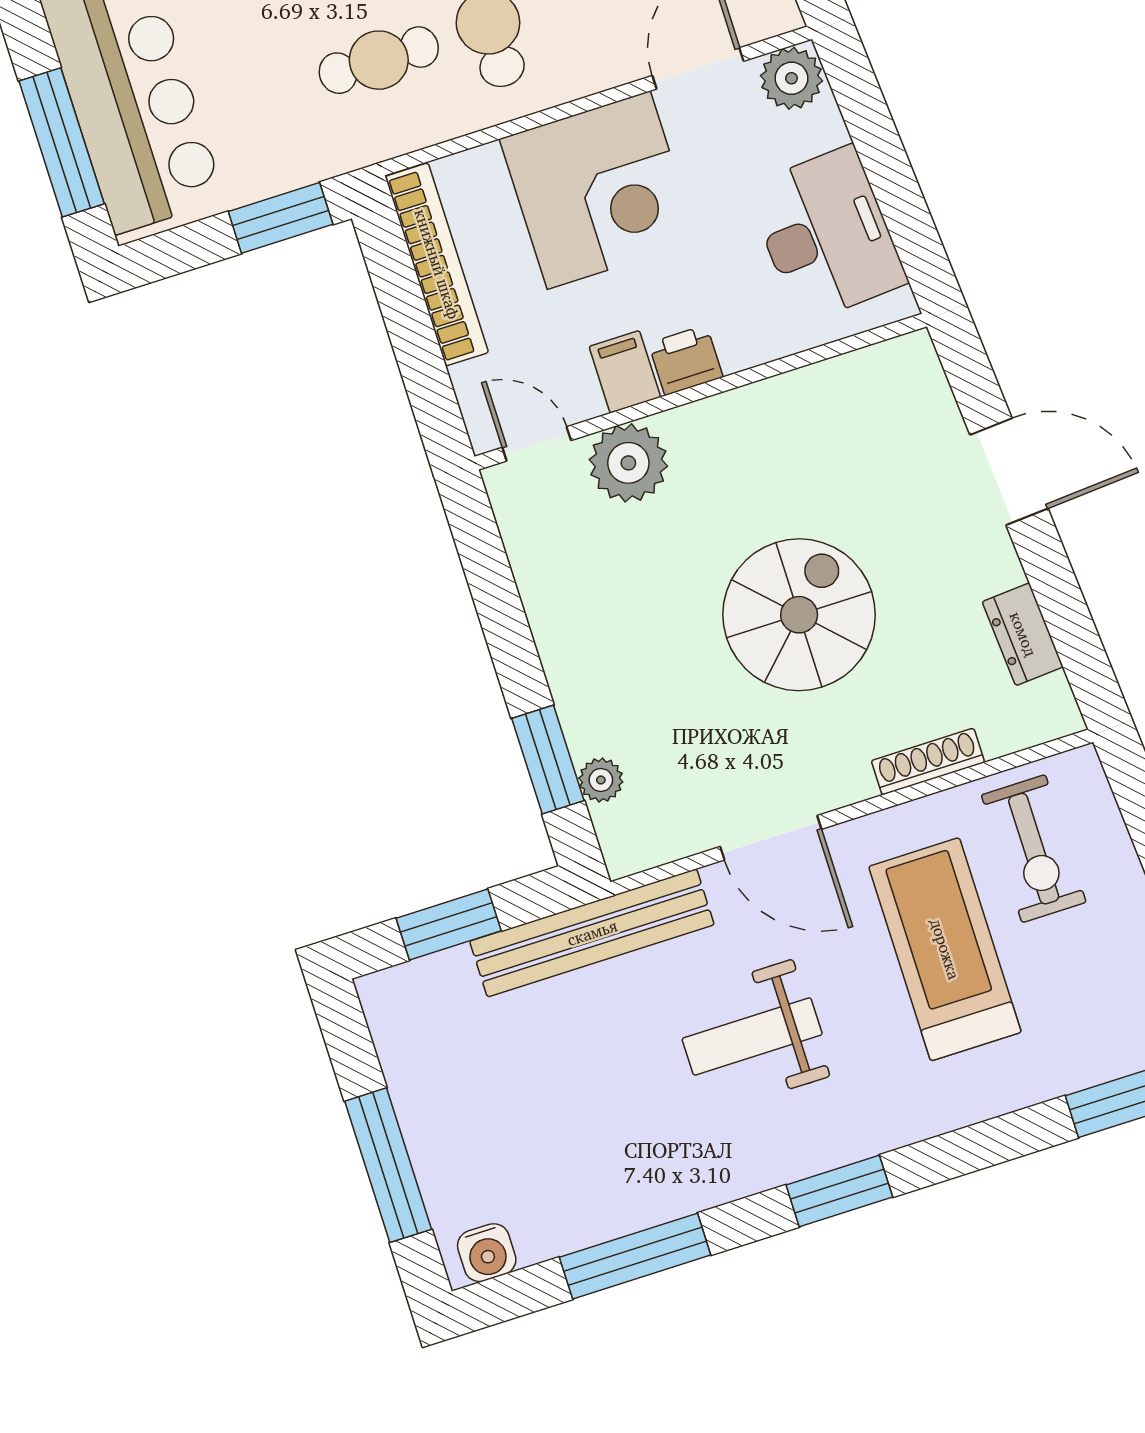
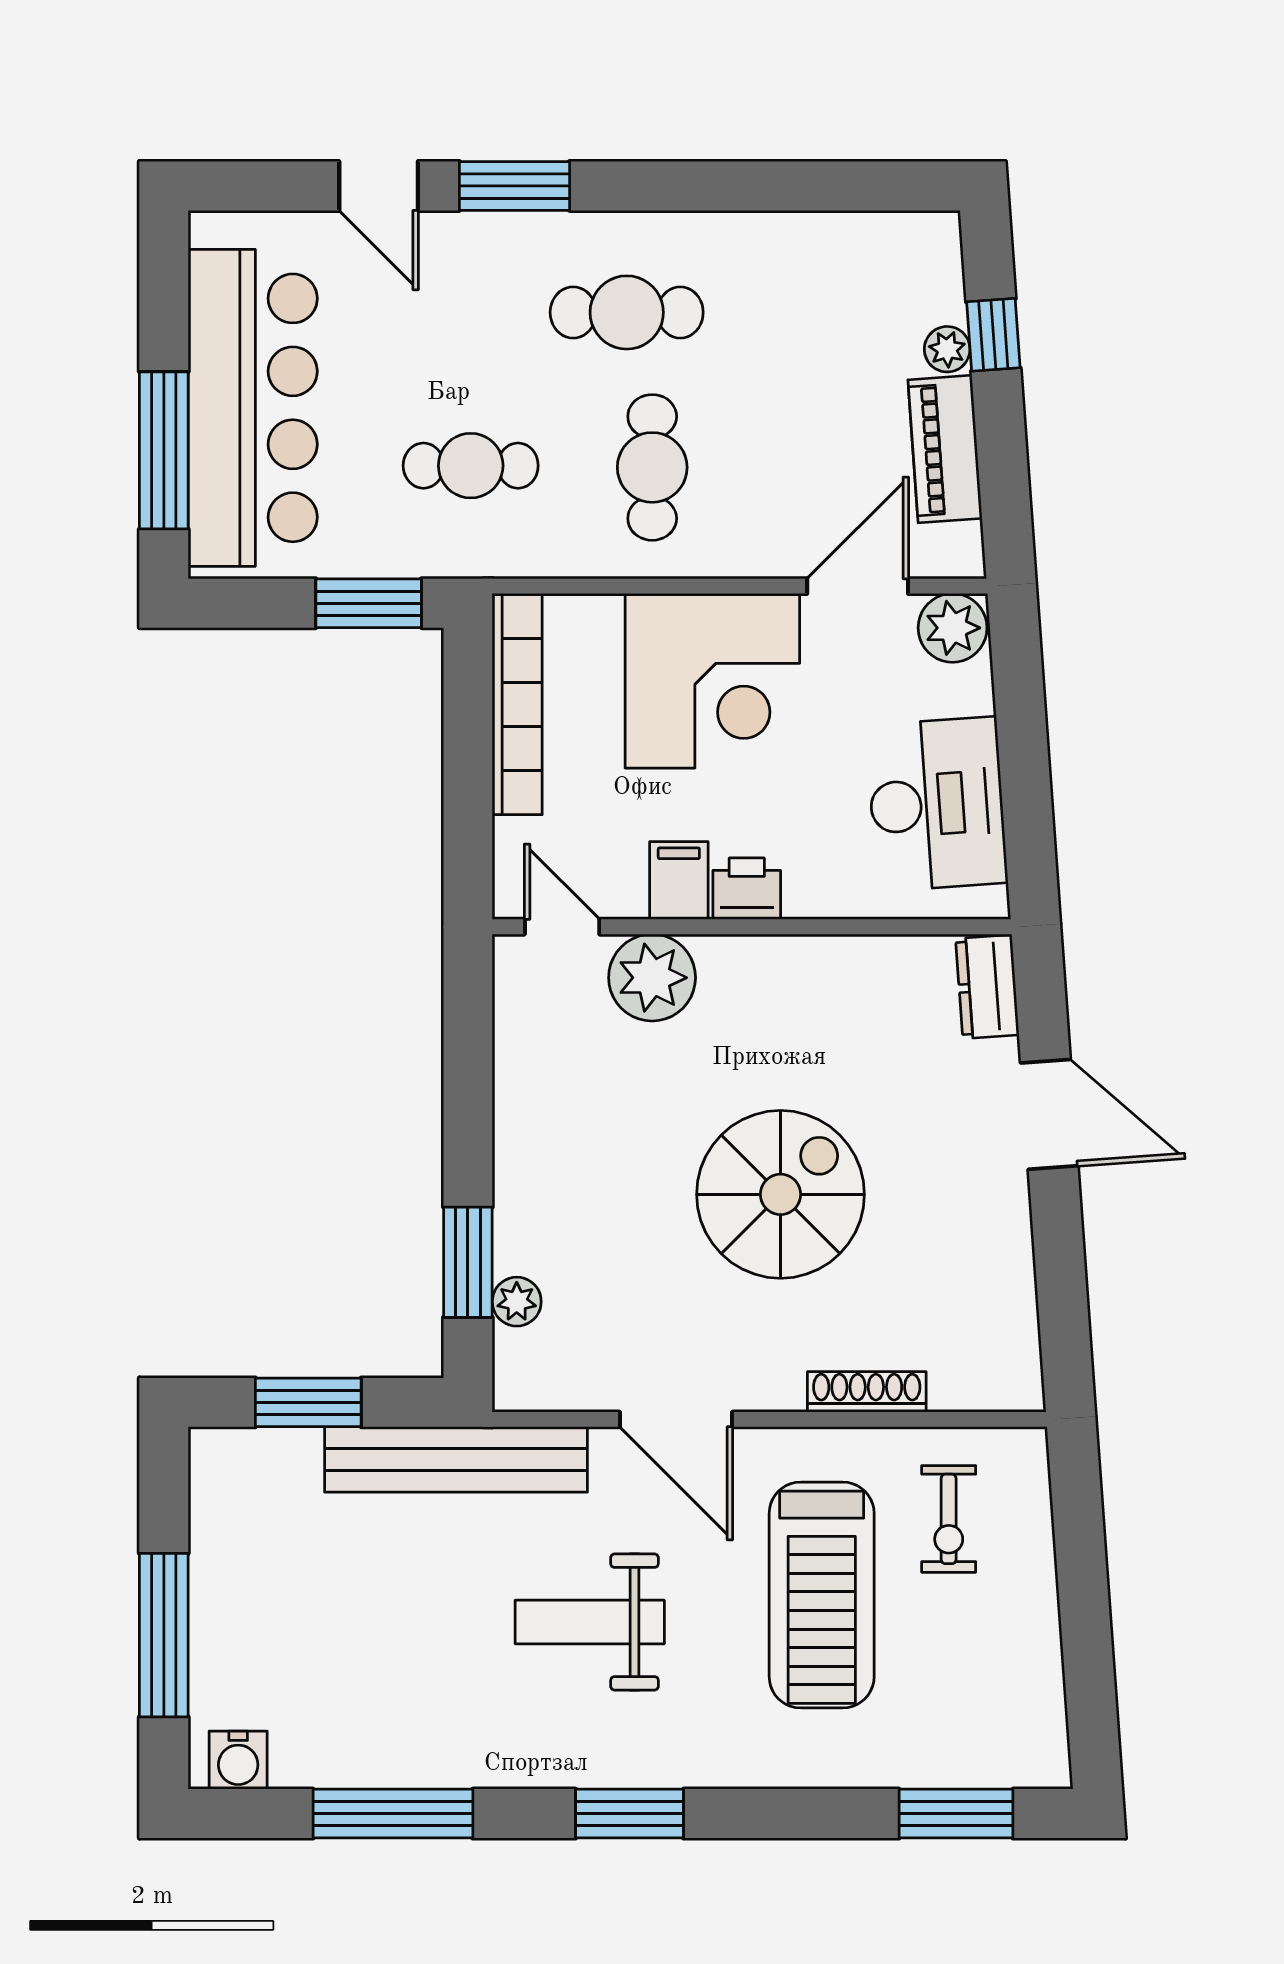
cafe table: (379, 60) -> (471, 466), moved
dresser: (1023, 634) -> (987, 987), moved
exercise bike: (1034, 849) -> (949, 1519), width x0.73, depth x0.72
treadmill: (945, 949) -> (822, 1595), turned 180

